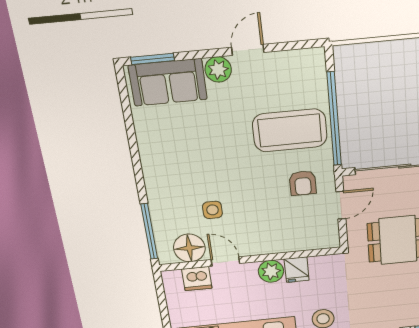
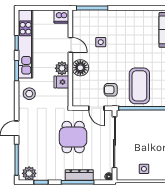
floor lamp: (189, 248) -> (80, 68), moved
door: (225, 262) -> (70, 45), hinge flipped
dishwasher: (197, 279) -> (61, 17), moved, turned -90

